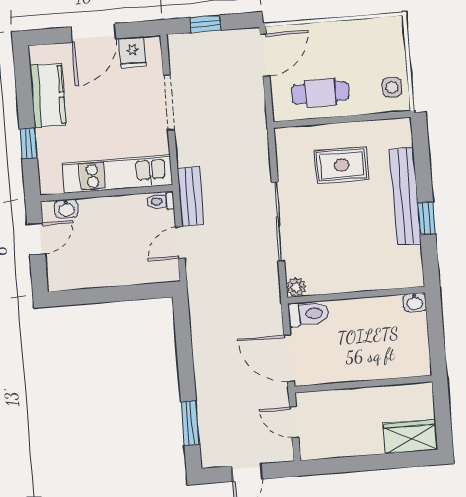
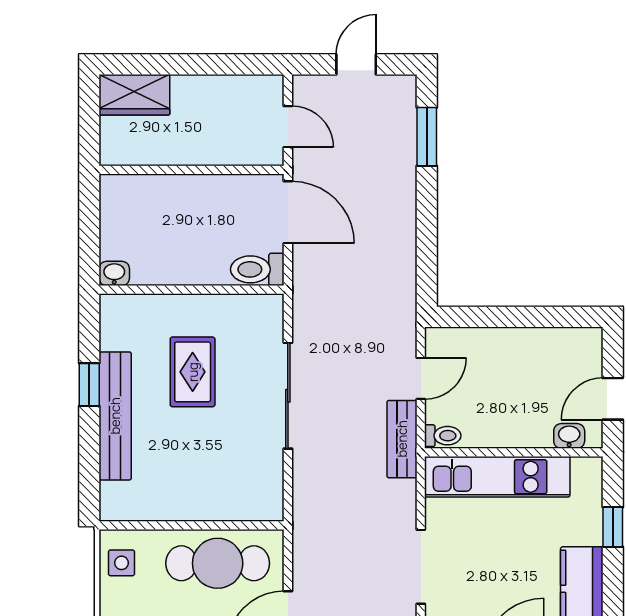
cafe table: (320, 93) -> (218, 563), width x1.37, depth x1.35
rug: (342, 165) -> (193, 372), moved, turned 90
plant: (296, 287) -> (271, 307), removed

